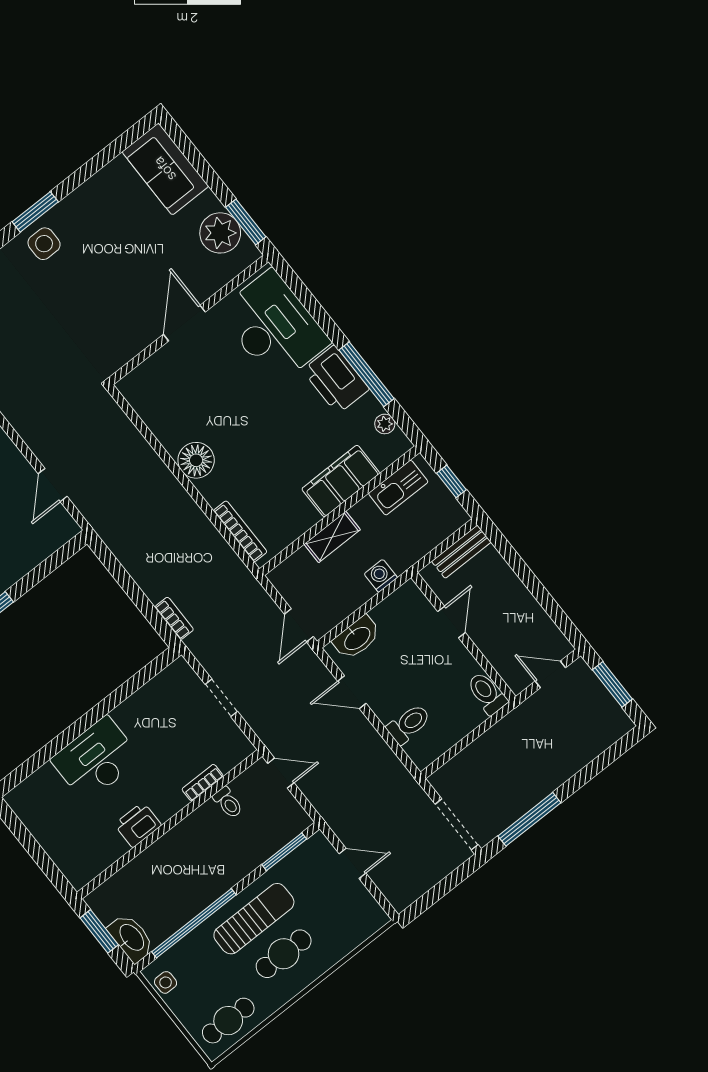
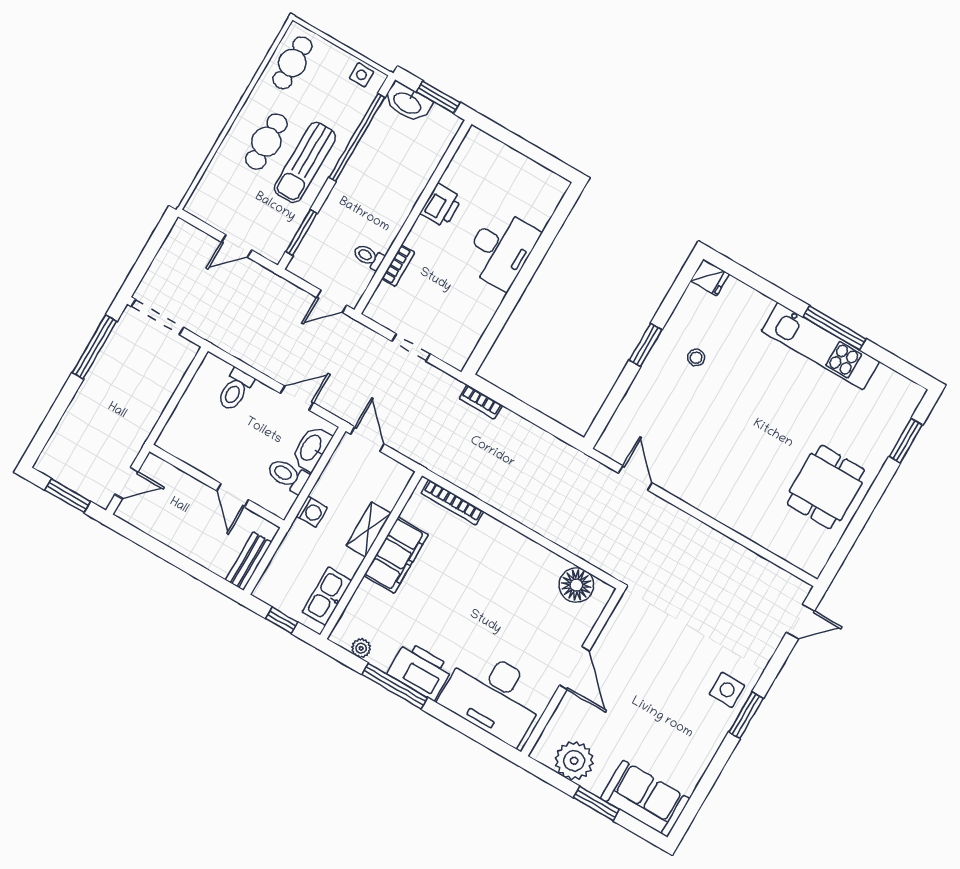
window: (246, 222) -> (596, 803), moved
floor lamp: (196, 460) -> (576, 585), moved
filing cabinet: (341, 481) -> (396, 555), moved
toilet: (487, 693) -> (288, 476), moved, turned 180

